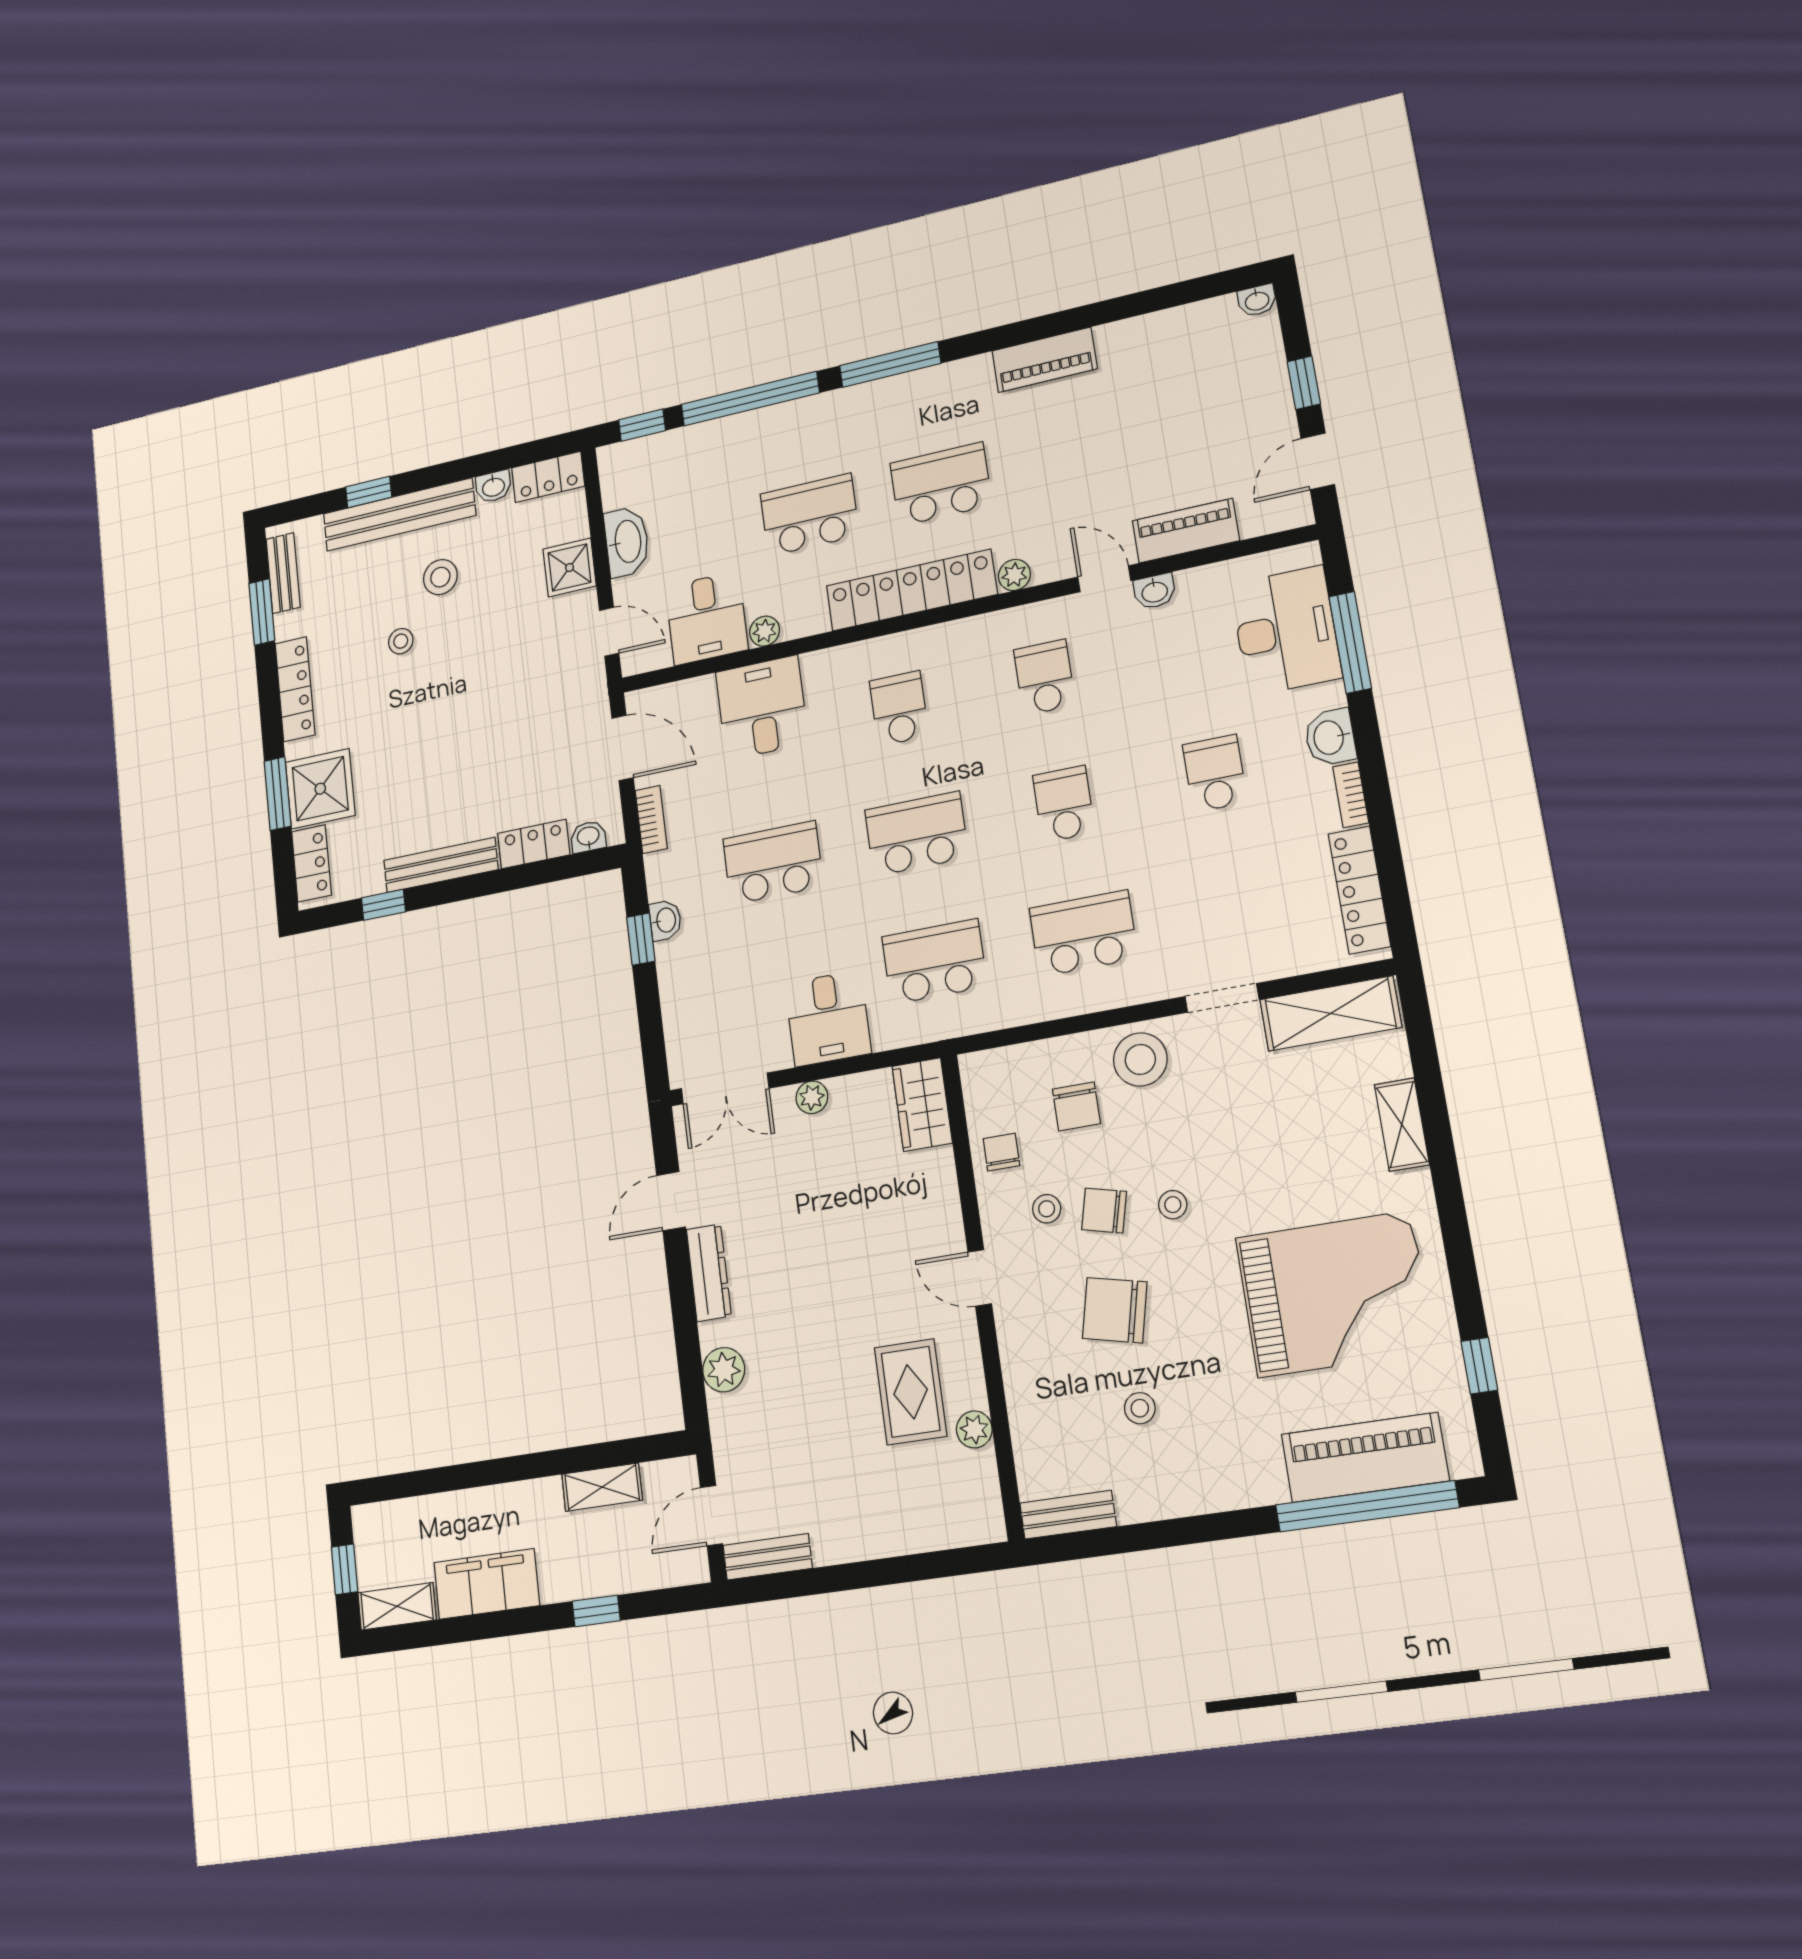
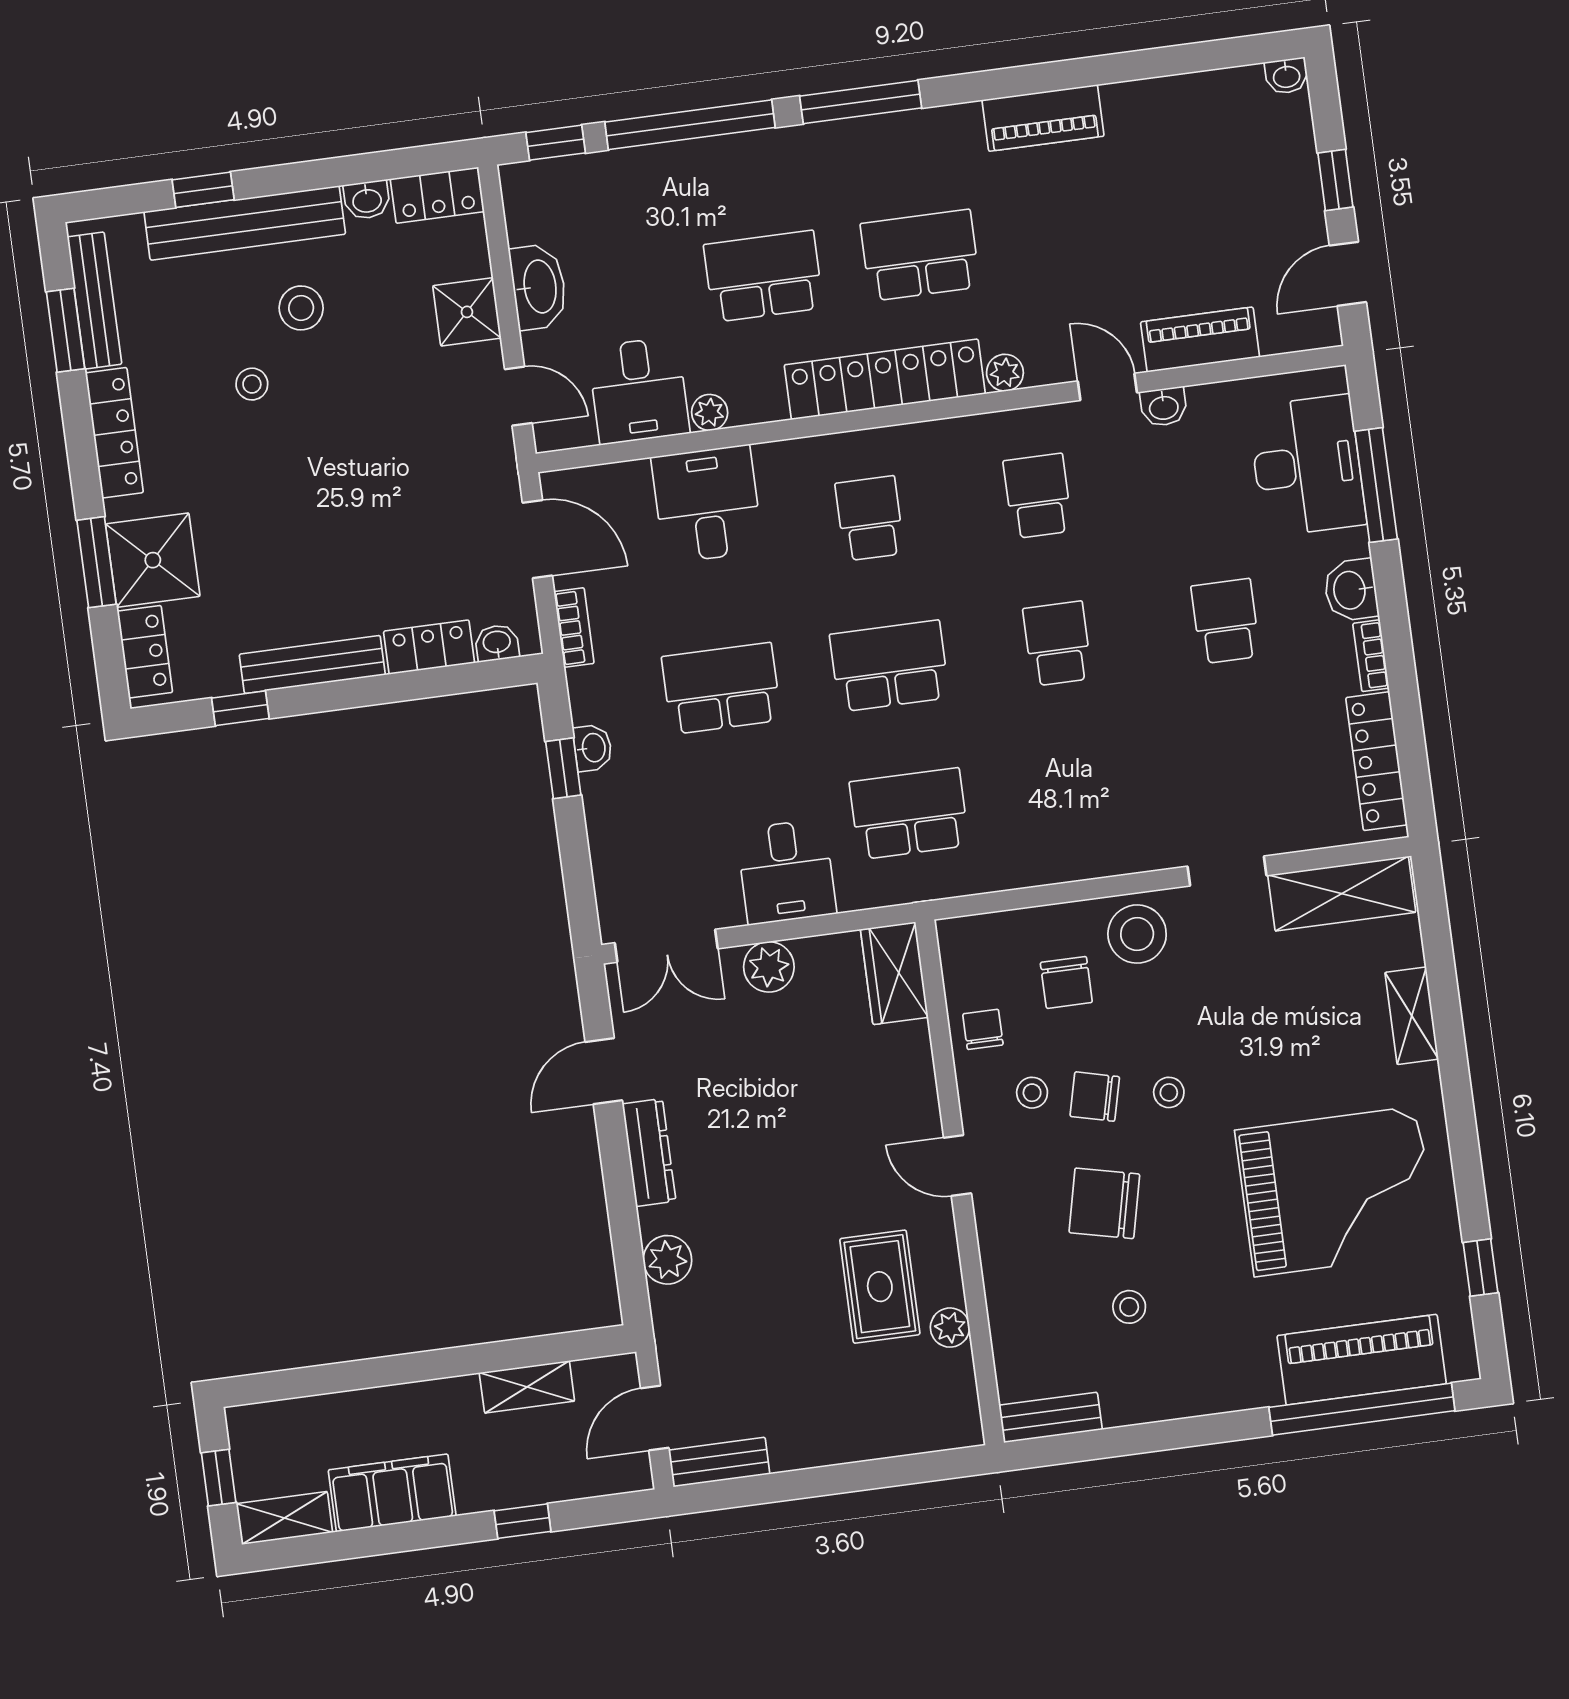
bench: (283, 573) -> (94, 301), width x1.36
school desk: (1083, 933) -> (1077, 791), removed
plant: (812, 1097) -> (769, 967), width x1.38, depth x1.38

